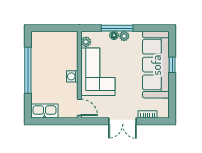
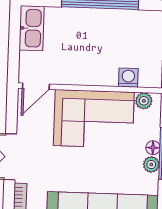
washing machine: (72, 76) -> (128, 78), moved

